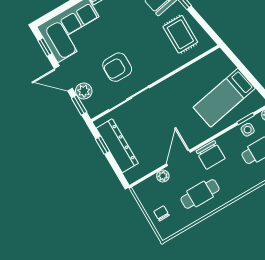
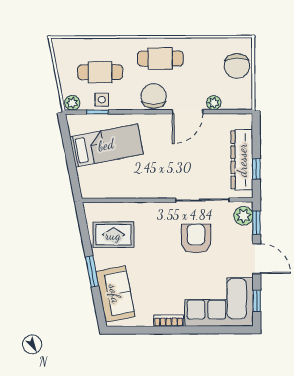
rug: (180, 34) -> (113, 235), turned 90
armchair: (117, 67) -> (196, 239), turned -90
plant: (84, 91) -> (243, 216), moved
cafe table: (200, 194) -> (160, 59), moved
chair: (162, 213) -> (237, 66), width x1.87, depth x1.87

